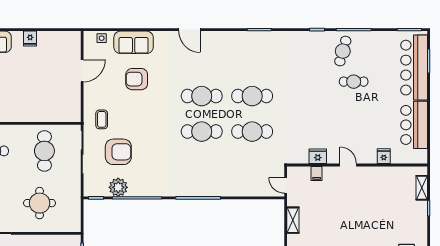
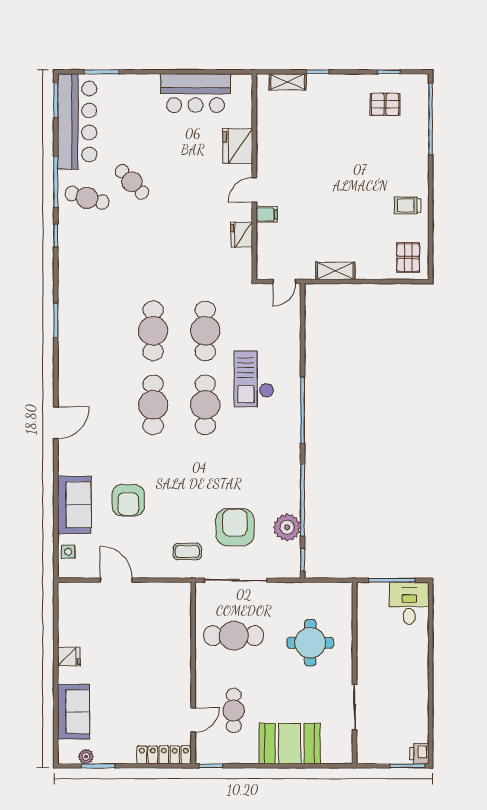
bar counter: (414, 68) -> (77, 122), moved, turned -90
cafe table: (354, 82) -> (132, 182), turned -43
fridge: (384, 156) -> (238, 146), width x1.88, depth x1.34
checkout: (219, 165) -> (254, 379), added
filing cabinet: (317, 173) -> (267, 214), moved

